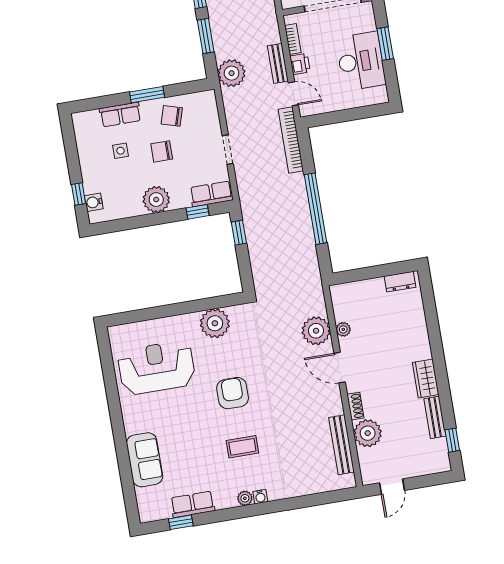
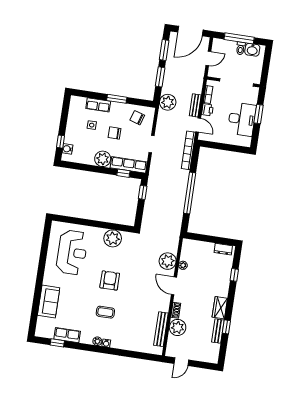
chair: (172, 116) -> (137, 118), moved
row of seats: (211, 194) -> (129, 165), width x1.48
window: (432, 318) -> (234, 275), added
reception desk: (157, 368) -> (72, 252), turned 90
window: (452, 440) -> (226, 327), moved

